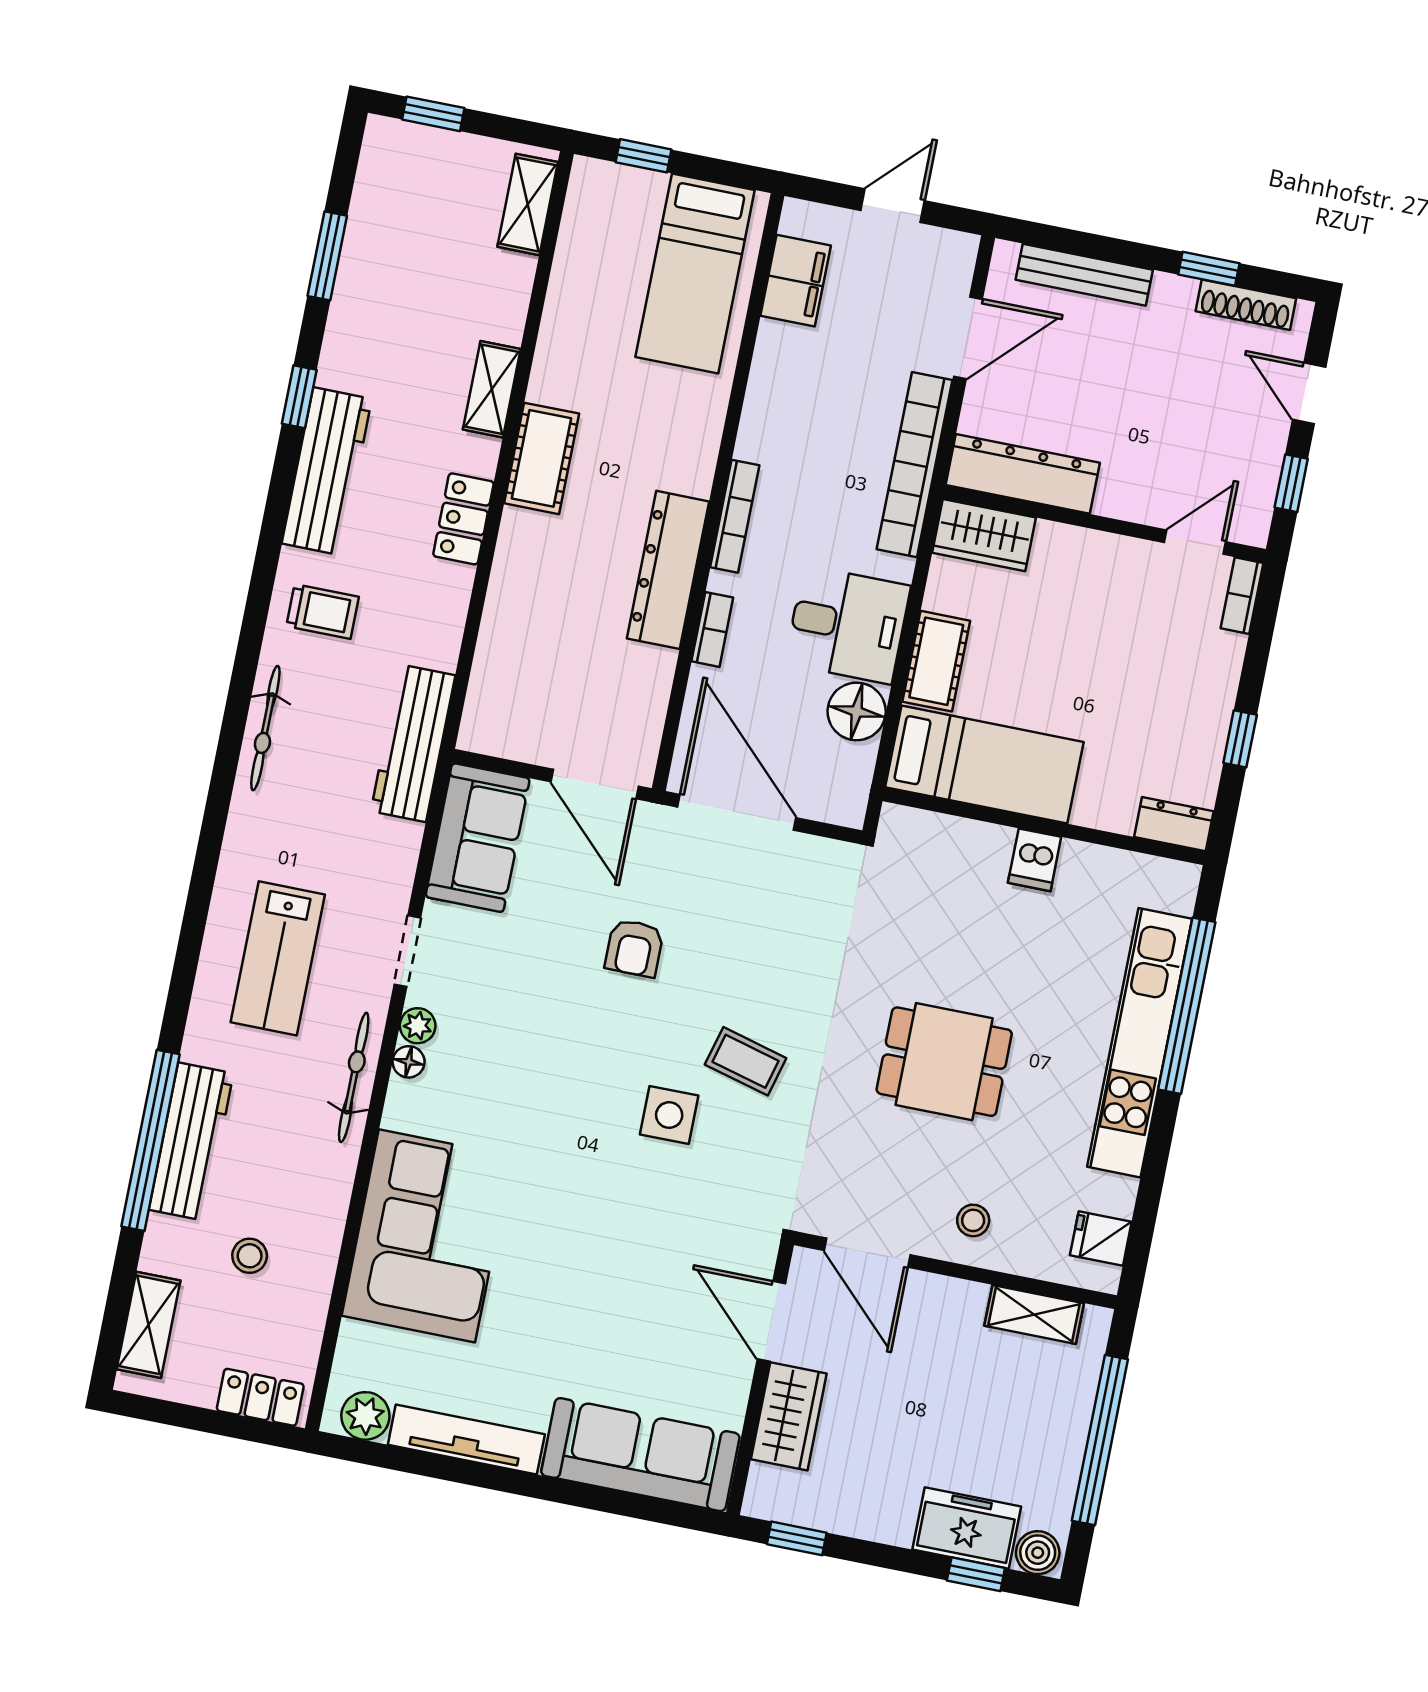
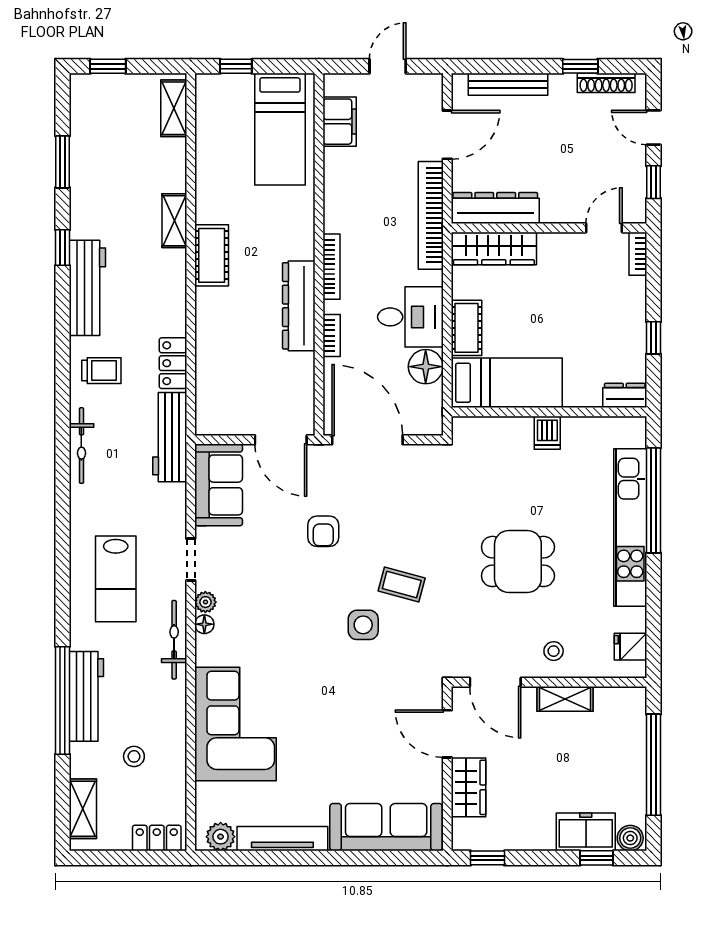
locker: (463, 519) -> (173, 363), moved
wardrobe: (984, 535) -> (494, 249), width x1.50
shelving: (1034, 1314) -> (565, 699), moved

